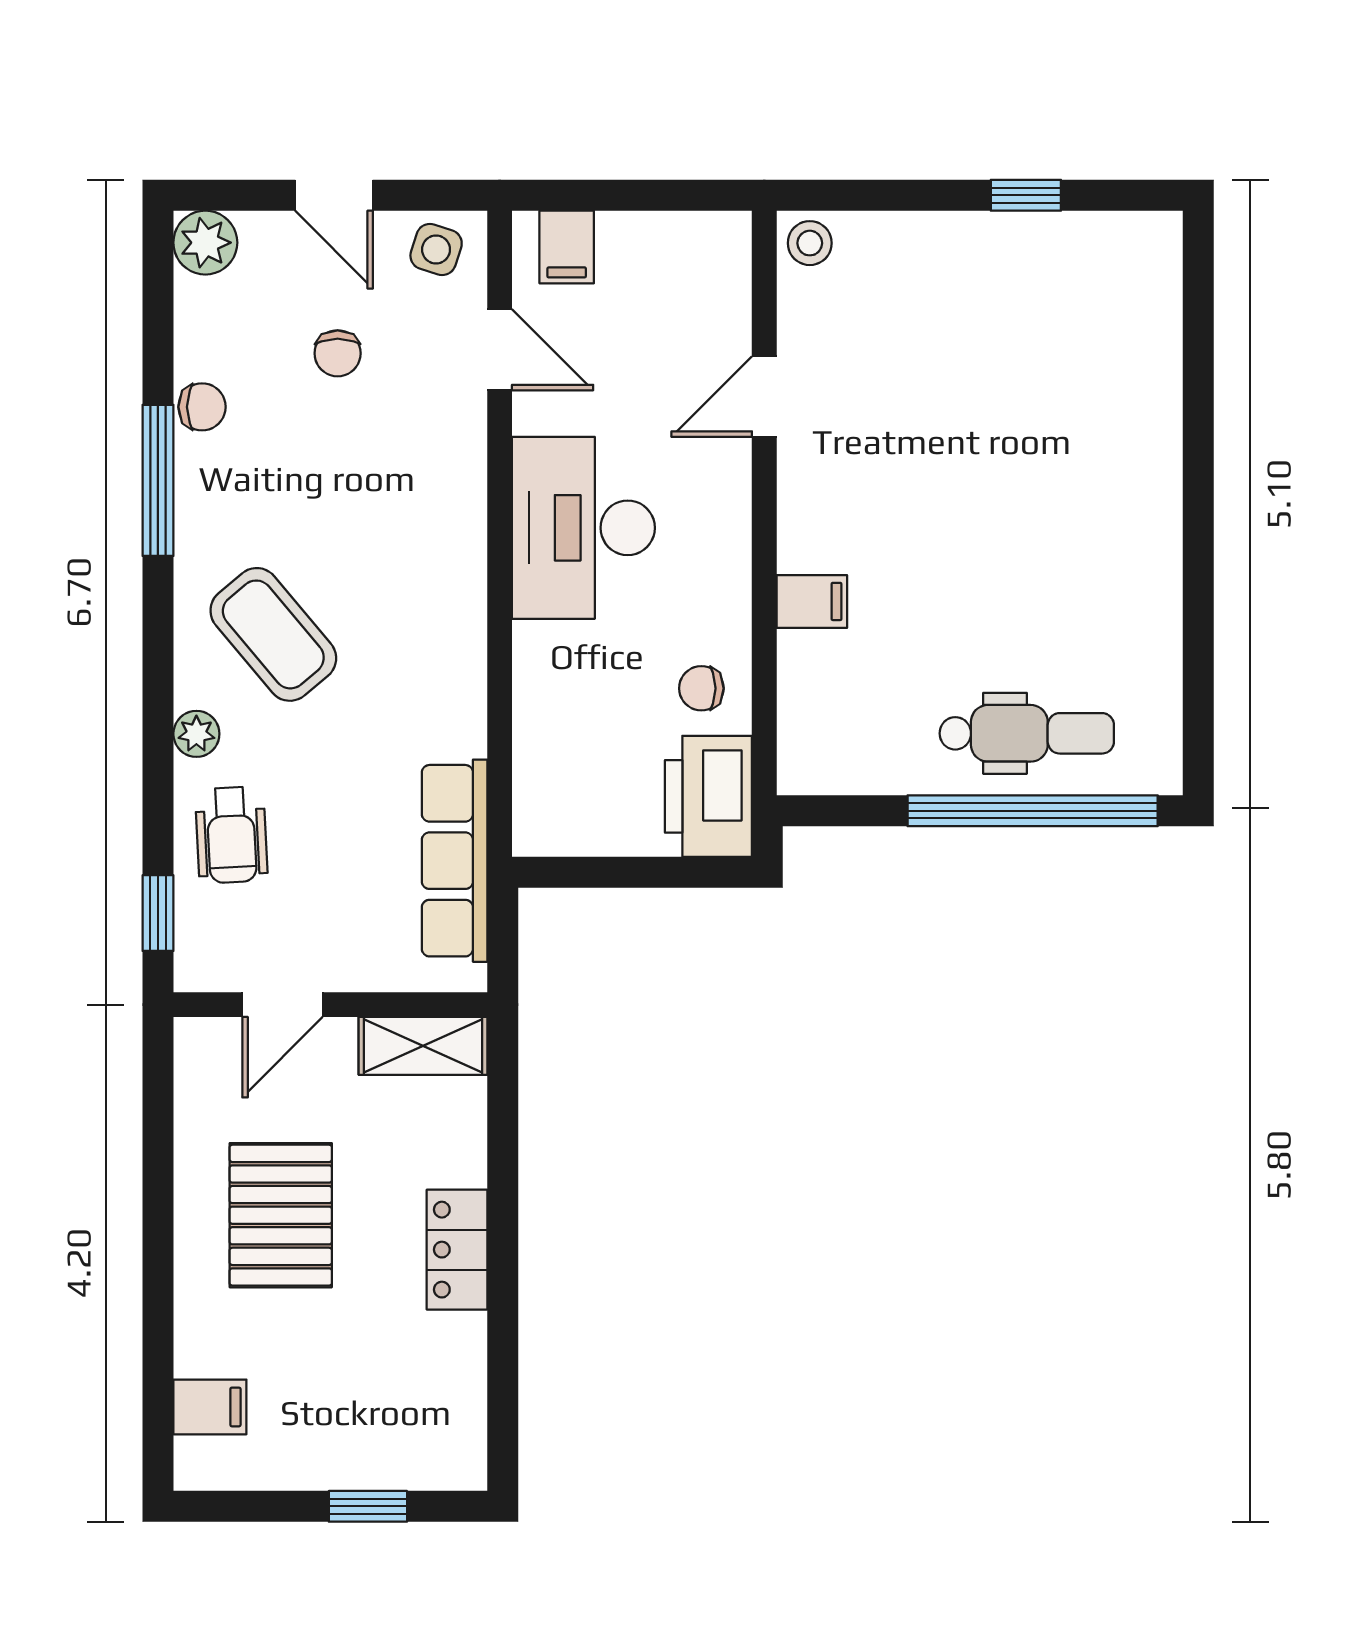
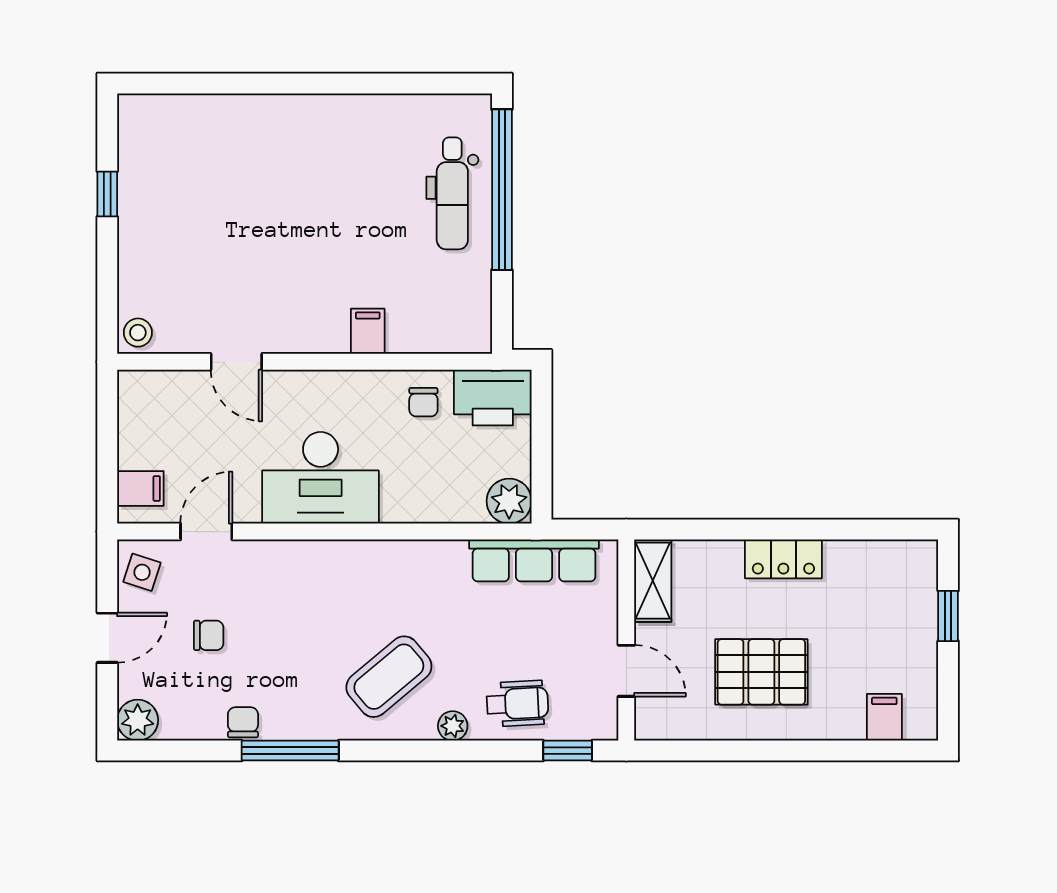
dental chair: (1027, 733) -> (452, 193), turned 180
plant: (547, 822) -> (509, 501), added

